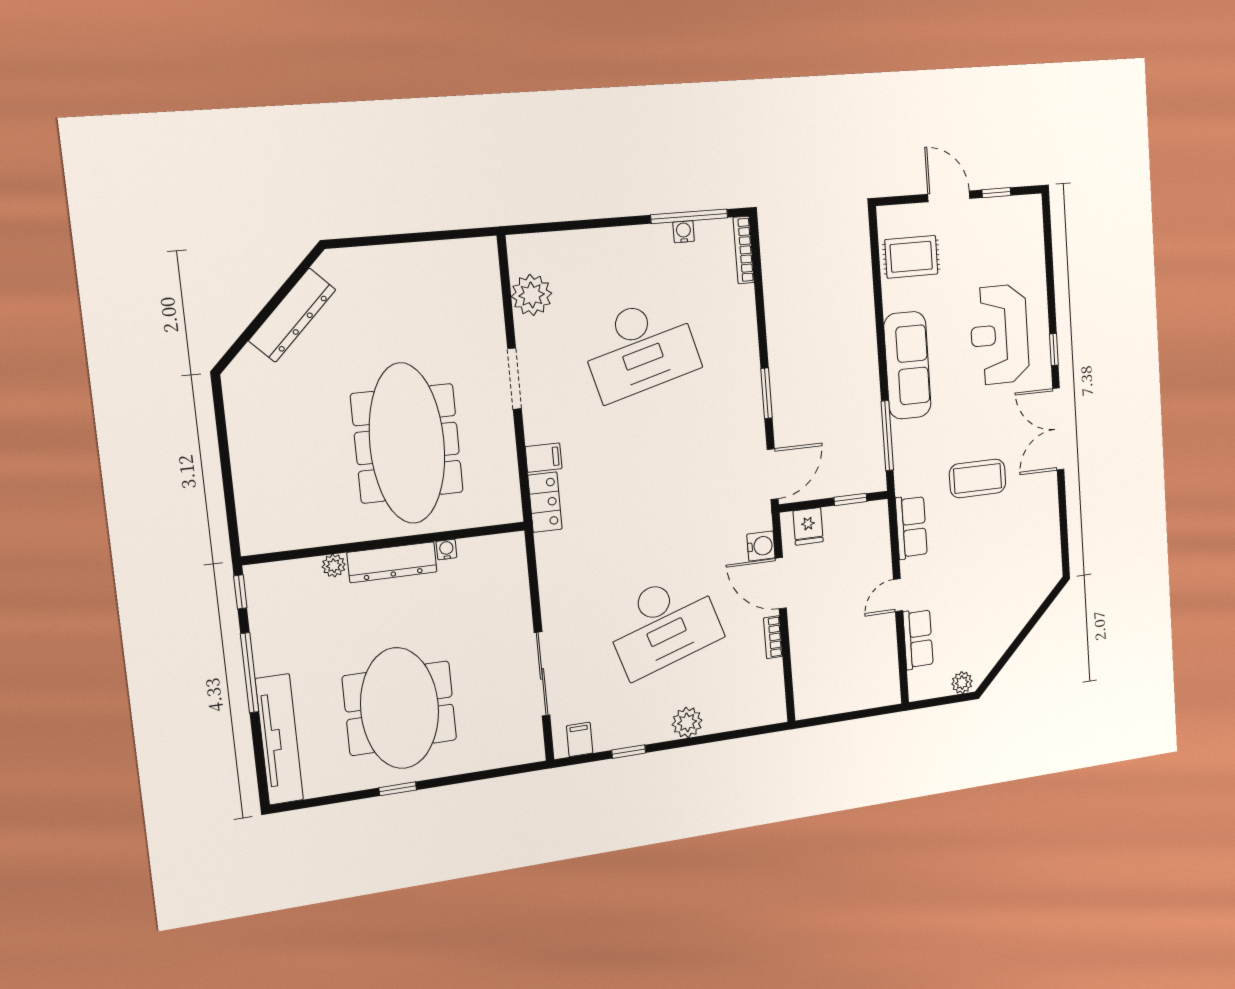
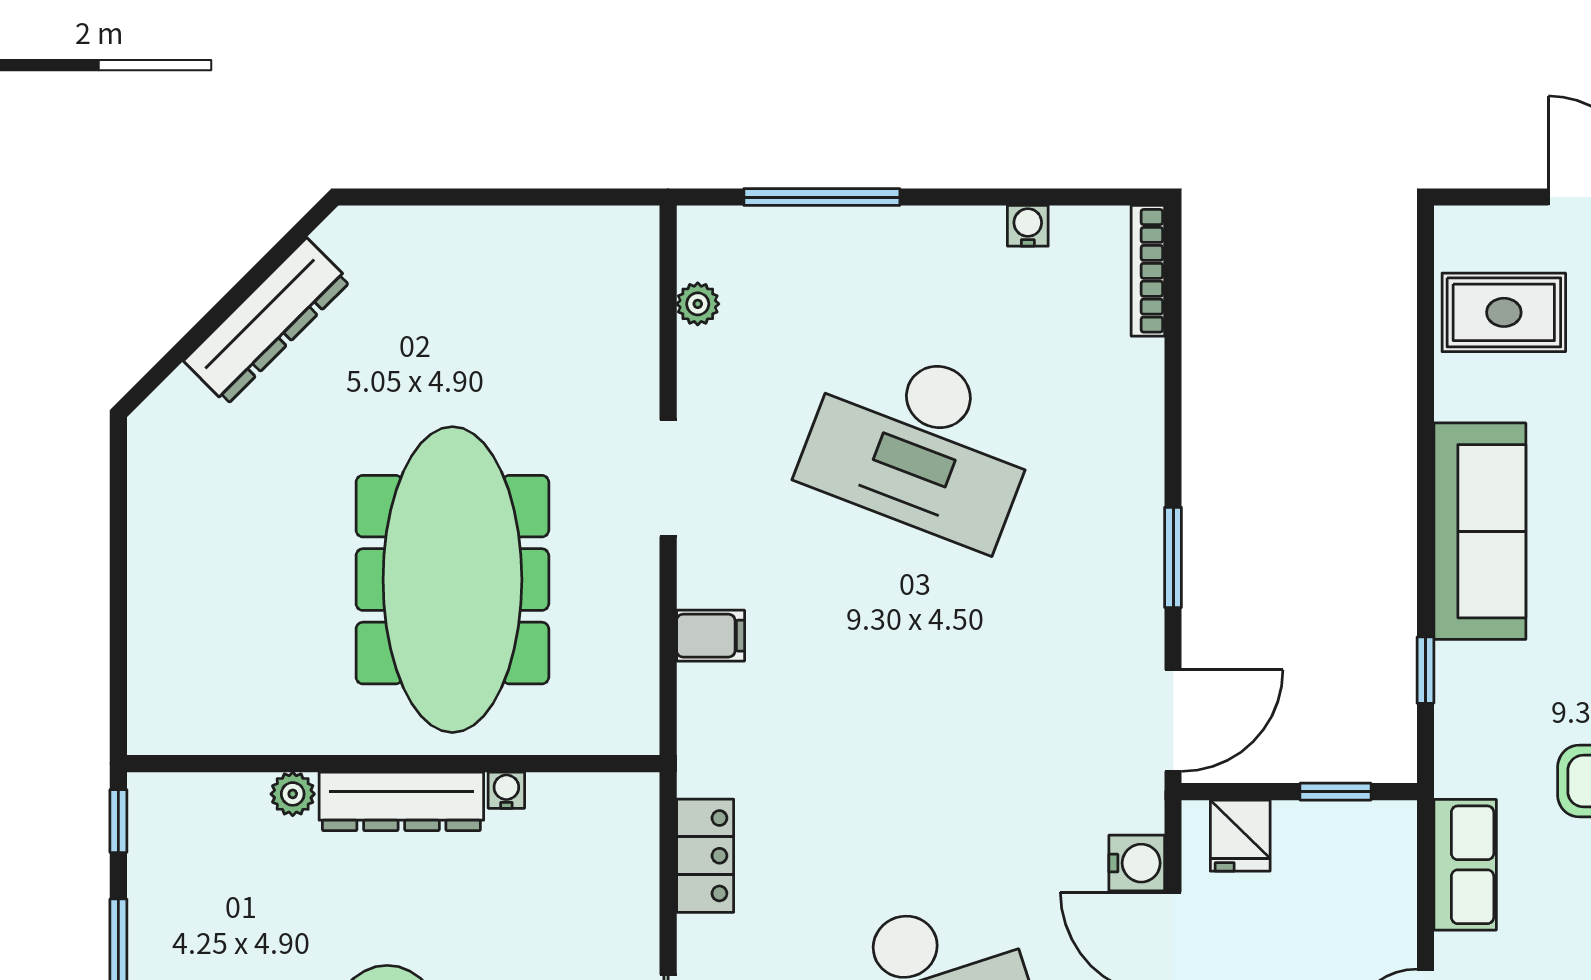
window: (689, 216) -> (822, 197), moved
plant: (532, 295) -> (698, 304), width x0.53, depth x0.53
desk: (640, 348) -> (921, 443), turned 36
window: (887, 436) -> (1425, 670), width x0.46
locker: (545, 502) -> (705, 856), moved

